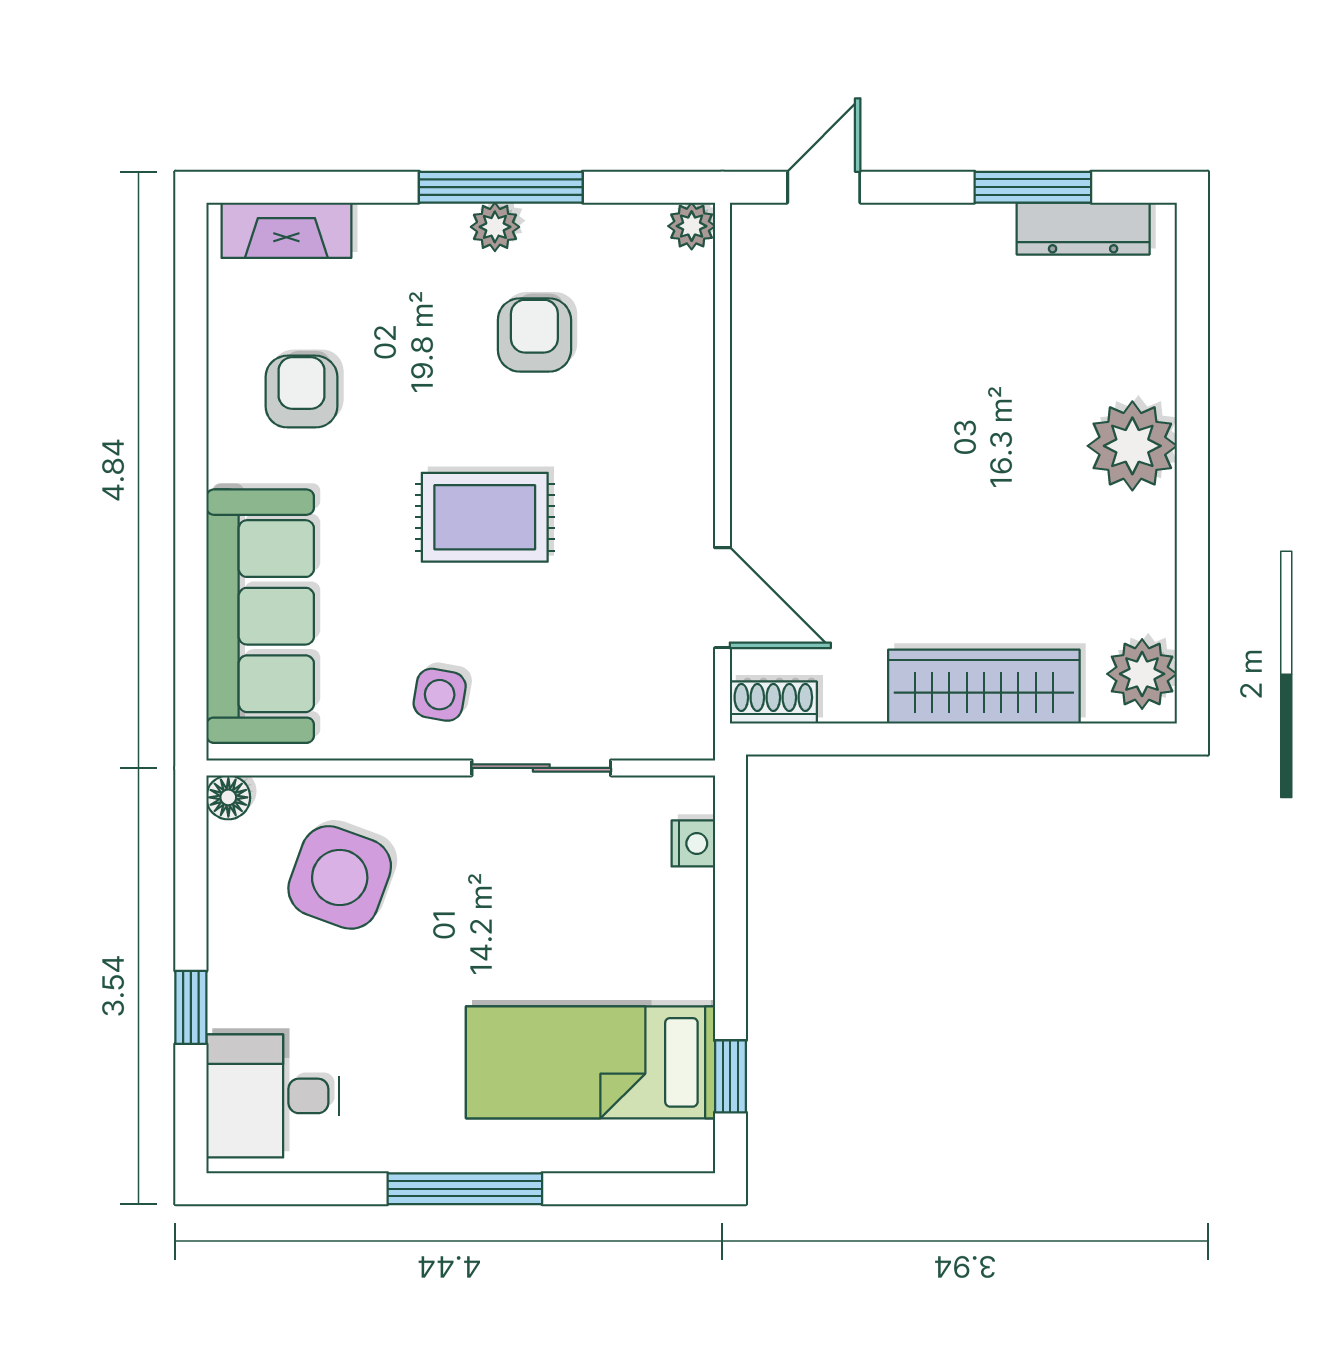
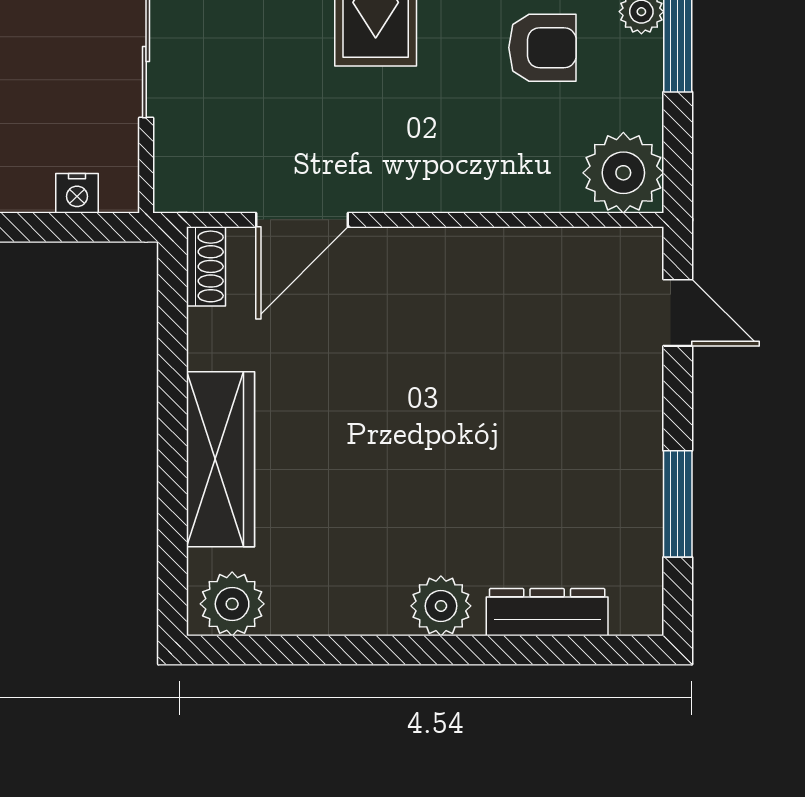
plant: (692, 226) -> (623, 173), width x1.88, depth x1.88
dresser: (1083, 229) -> (547, 612), moved, turned 90
plant: (1132, 446) -> (441, 606), width x0.73, depth x0.73

